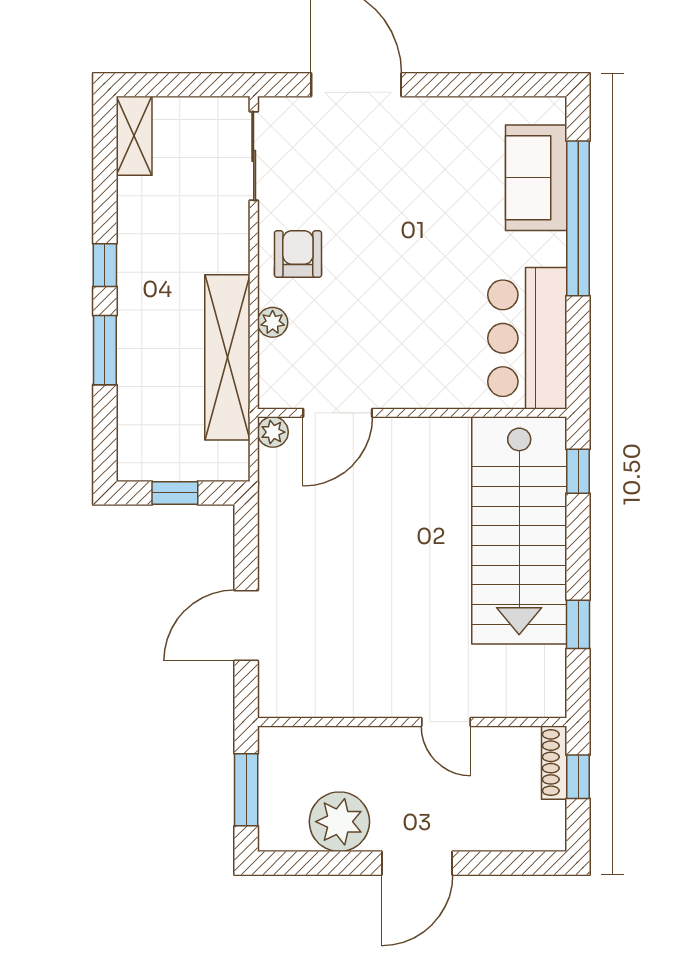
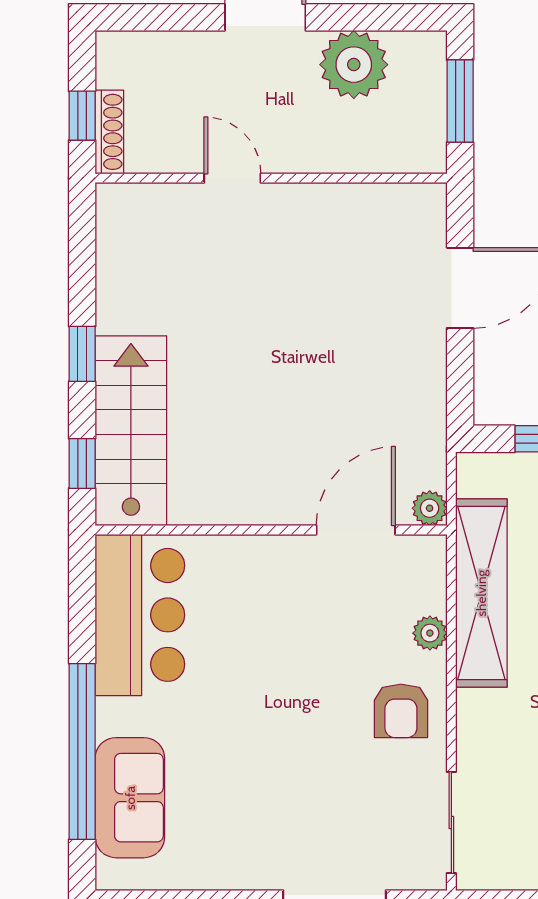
stairs: (519, 530) -> (131, 431), width x0.73, depth x0.66
window: (578, 624) -> (82, 354), moved

